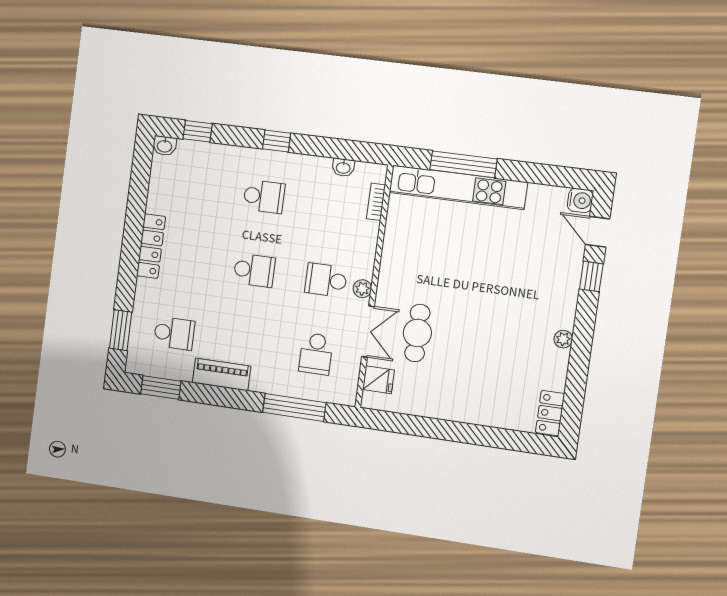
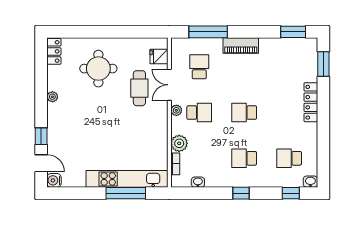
plant: (365, 234) -> (179, 143), added
locker: (151, 246) -> (311, 102), moved
school desk: (174, 333) -> (289, 158), moved
round table: (480, 374) -> (98, 69), added
piano: (222, 375) -> (241, 46), moved

